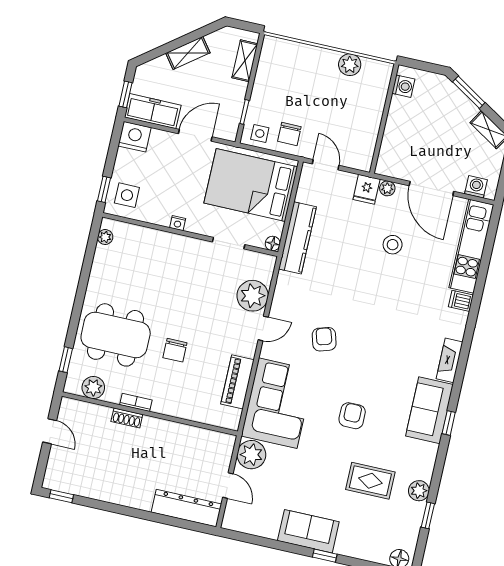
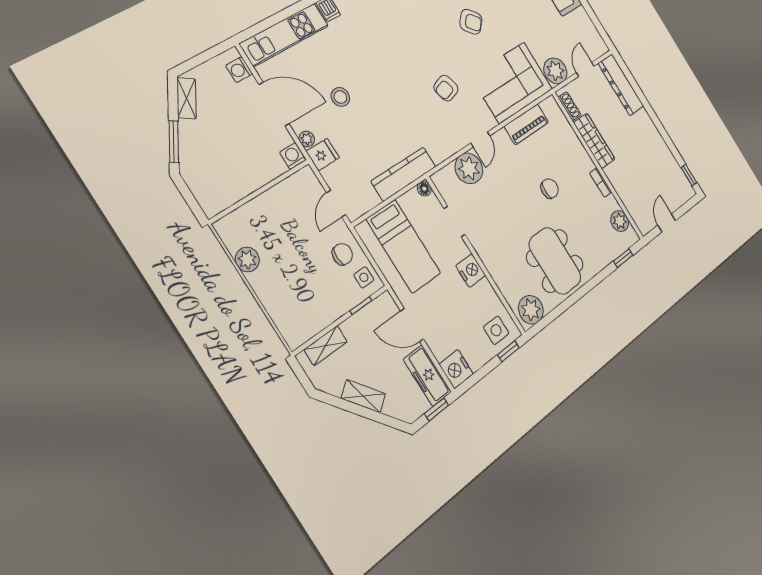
washing machine: (403, 86) -> (293, 156), moved
bed: (251, 185) -> (404, 246), width x0.67
door: (431, 189) -> (274, 104), hinge flipped
nightstand: (178, 223) -> (471, 271), width x1.89, depth x1.79
plant: (105, 237) -> (531, 310), width x1.88, depth x1.88
door: (263, 328) -> (480, 139), swing flipped
dining table: (116, 335) -> (555, 261), moved
armchair: (352, 416) -> (471, 22), turned -134
shoe rack: (127, 418) -> (570, 106), moved
wardrobe: (170, 432) -> (594, 141), added

